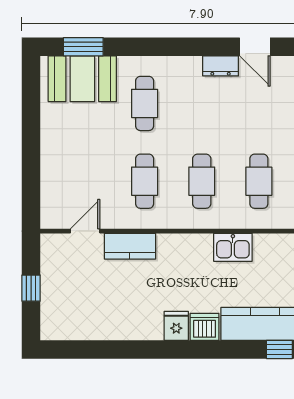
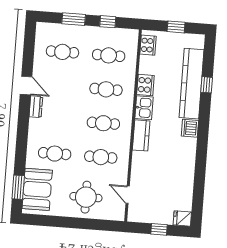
door: (255, 47) -> (26, 86), hinge flipped
round table: (76, 162) -> (86, 197), added
kitchen counter: (130, 246) -> (141, 135), moved
cooker: (271, 247) -> (145, 85), added
fridge: (176, 326) -> (182, 218), moved

